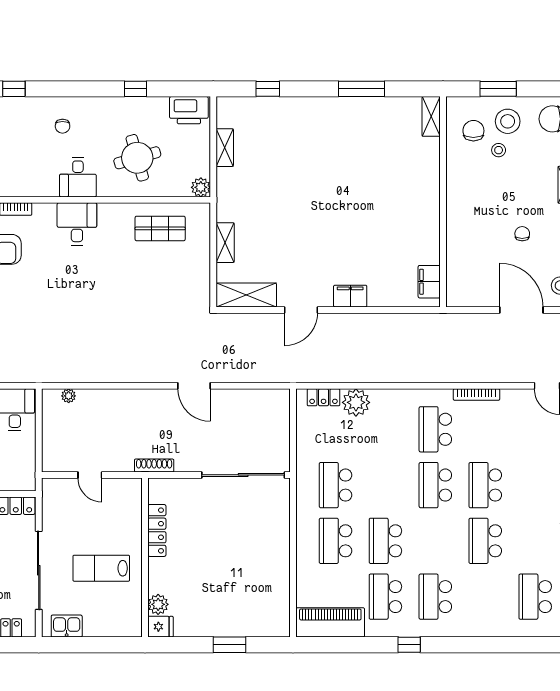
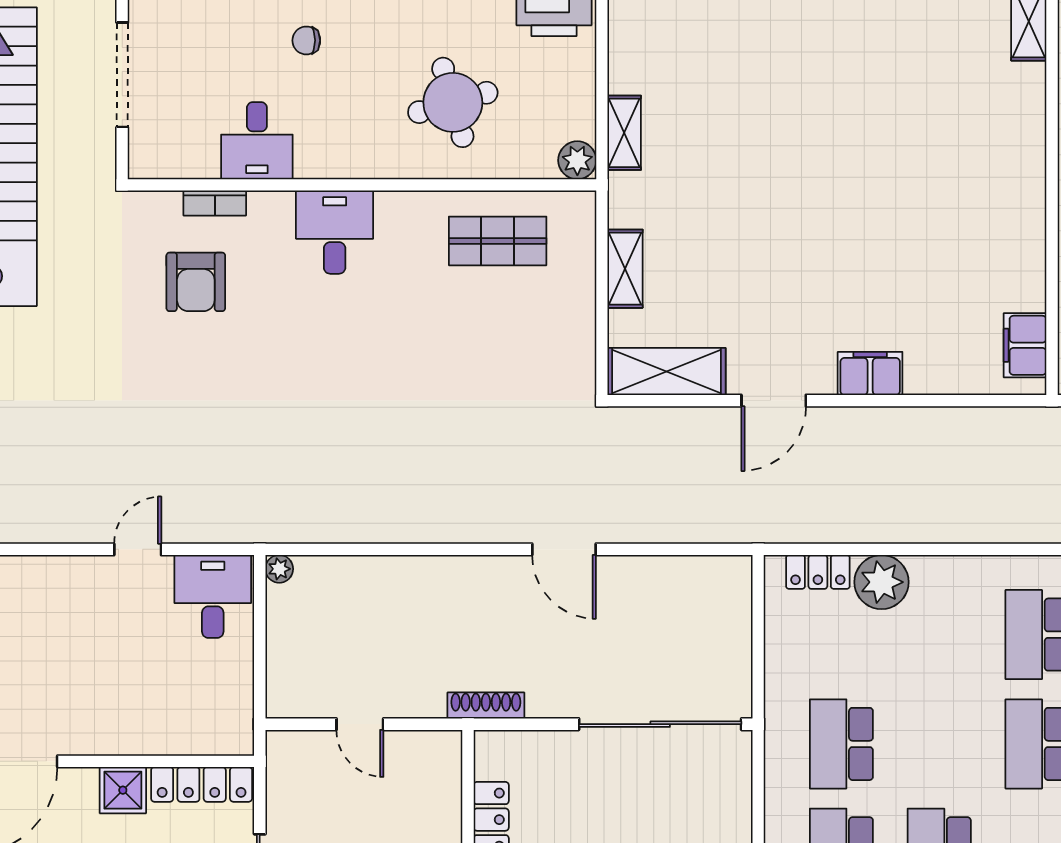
chair: (63, 126) -> (306, 40), turned 90
shelving: (225, 148) -> (624, 133), moved
desk: (78, 177) -> (257, 141), moved
plant: (69, 396) -> (279, 569), moved

